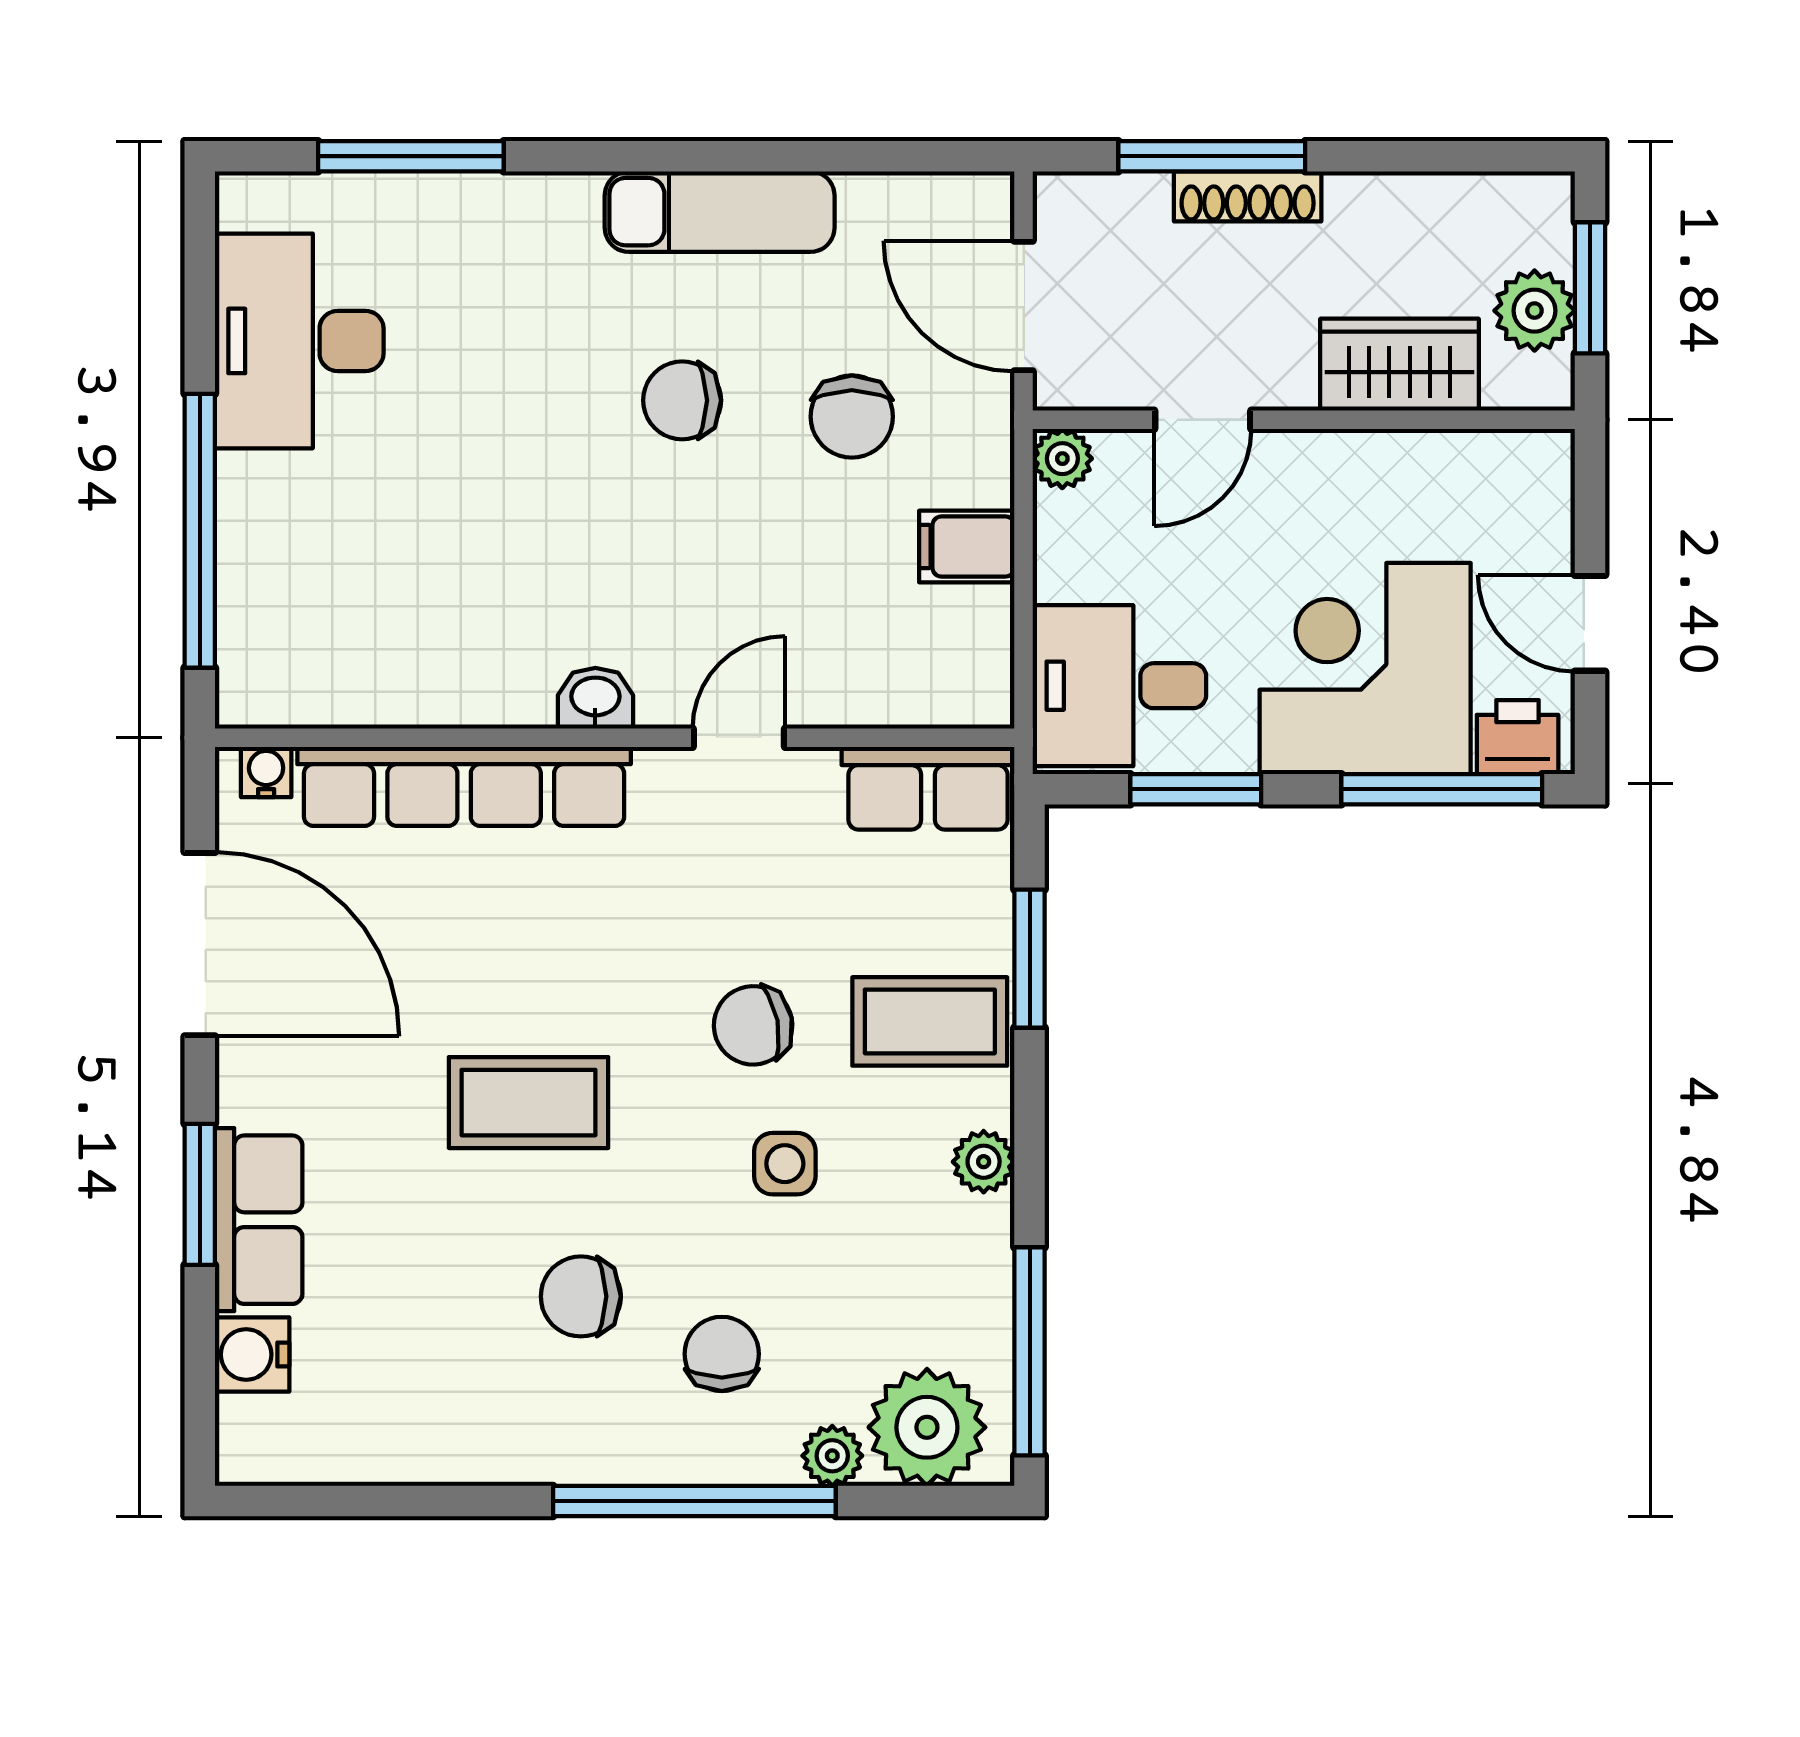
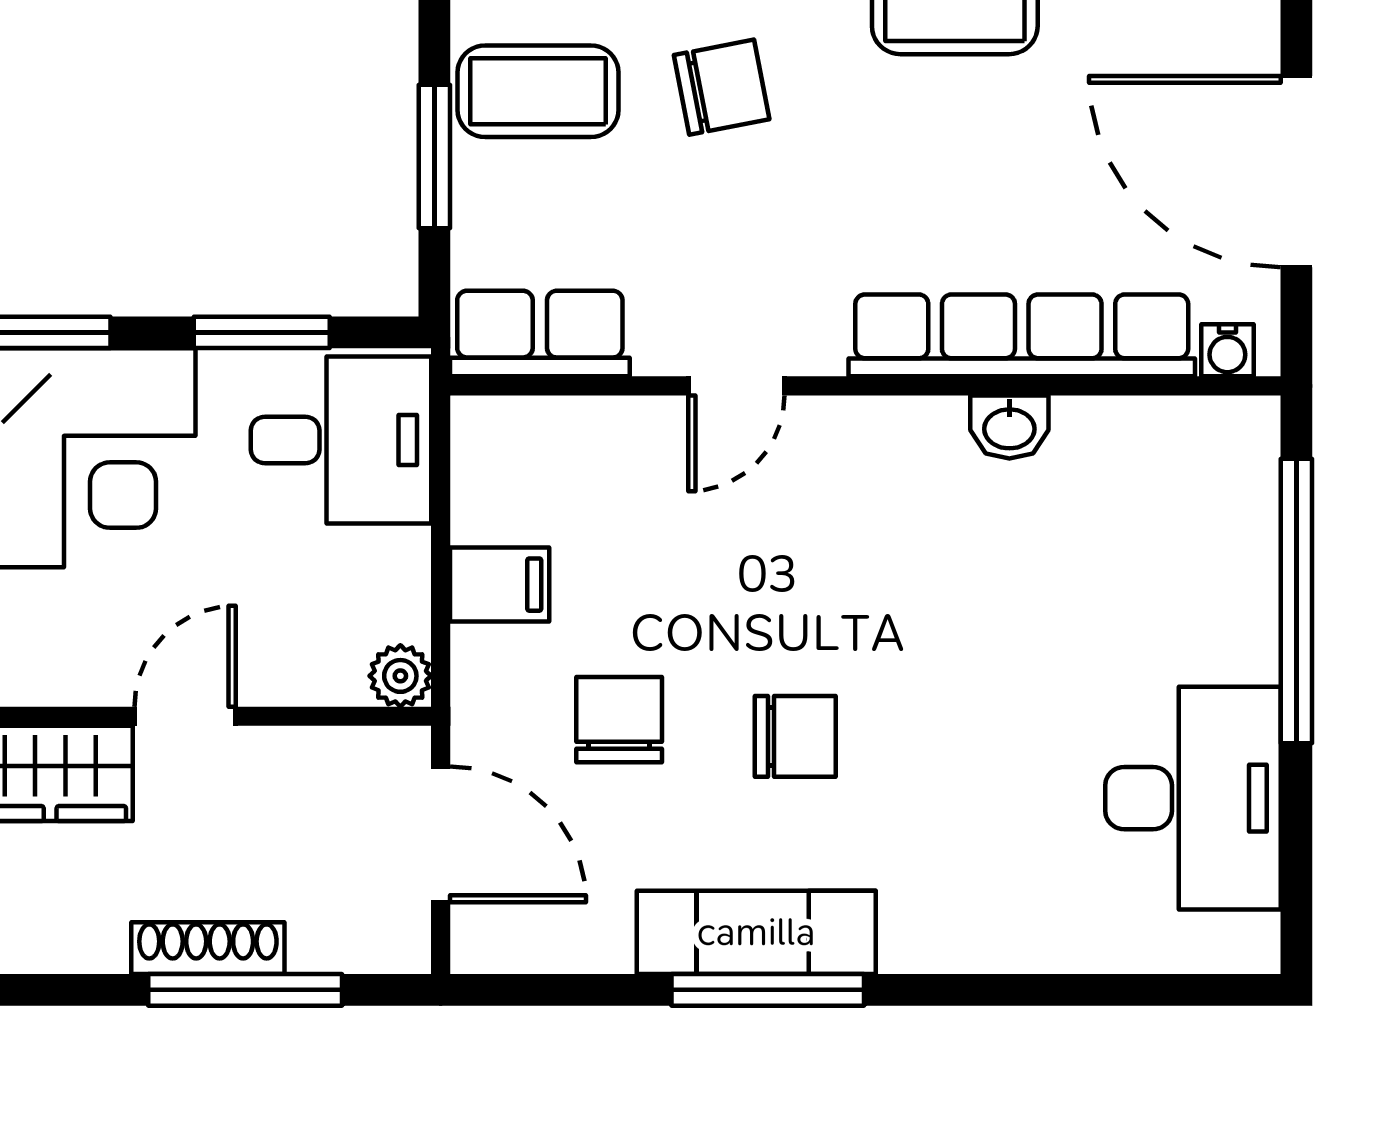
window: (411, 156) -> (768, 990), moved
door: (1203, 420) -> (185, 716), moved
washbasin: (595, 698) -> (1009, 427), moved

